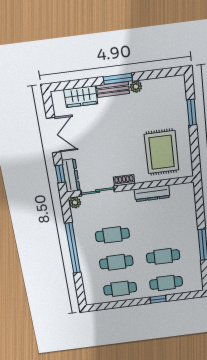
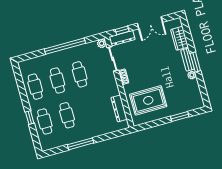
dresser: (152, 193) -> (119, 108), moved

